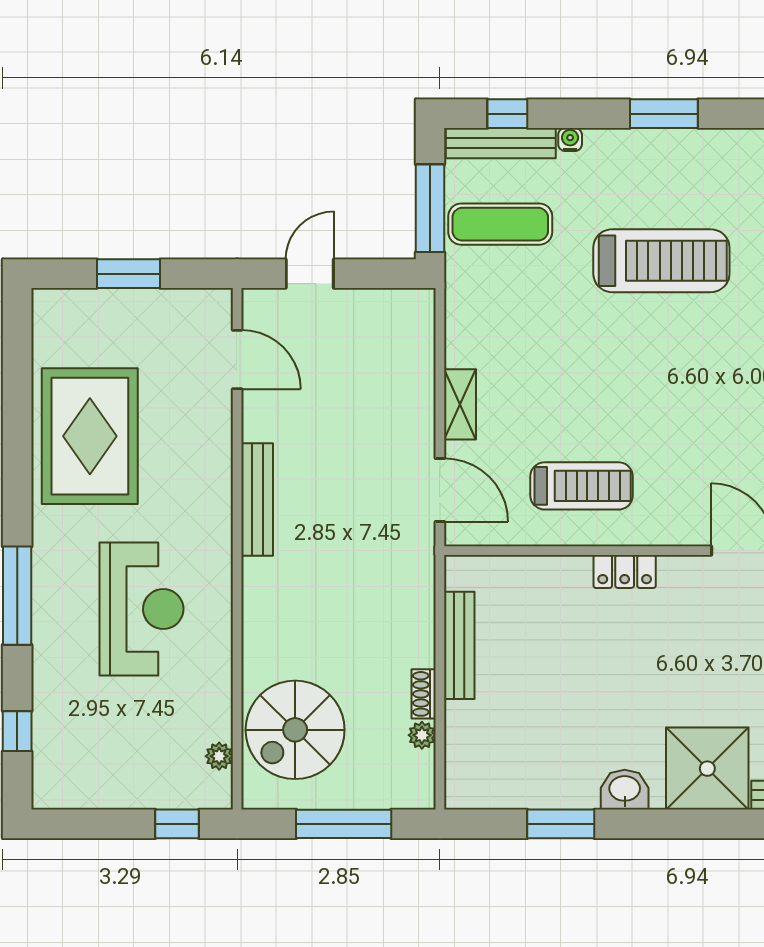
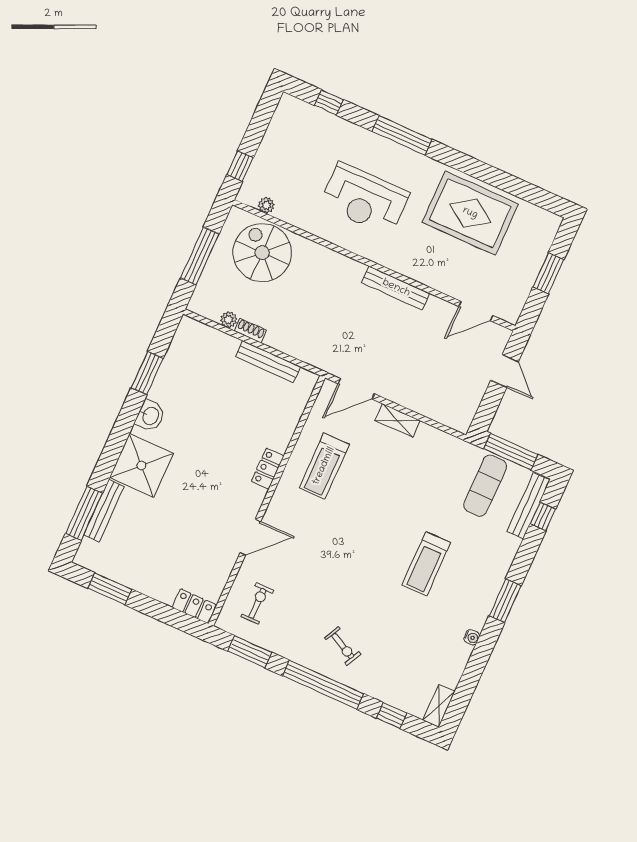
water cooler: (570, 139) -> (472, 637), moved
treadmill: (661, 261) -> (426, 564), width x0.73, depth x0.73

